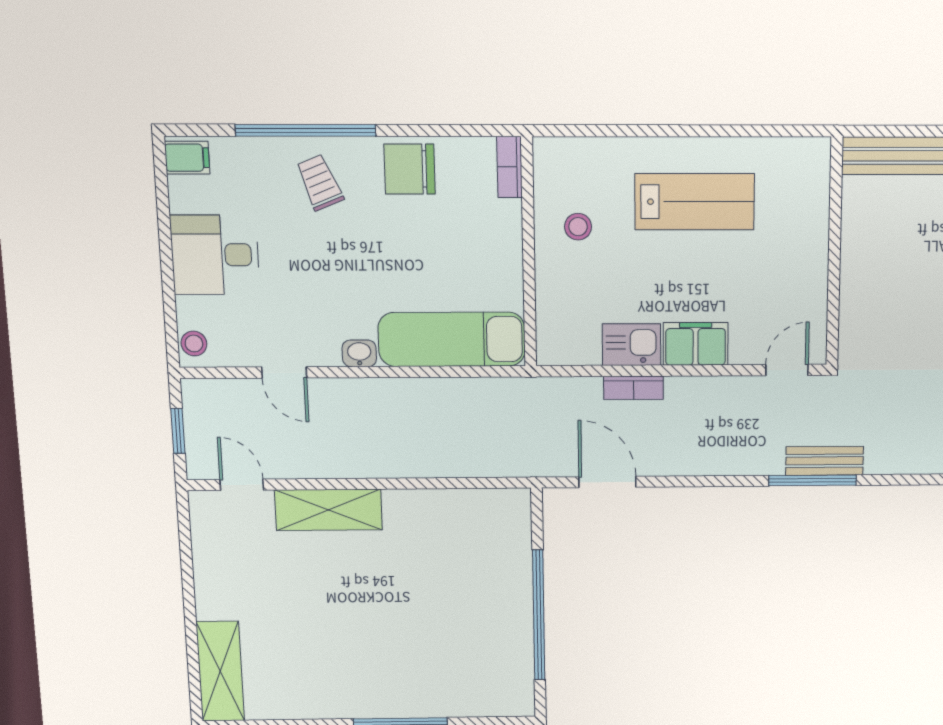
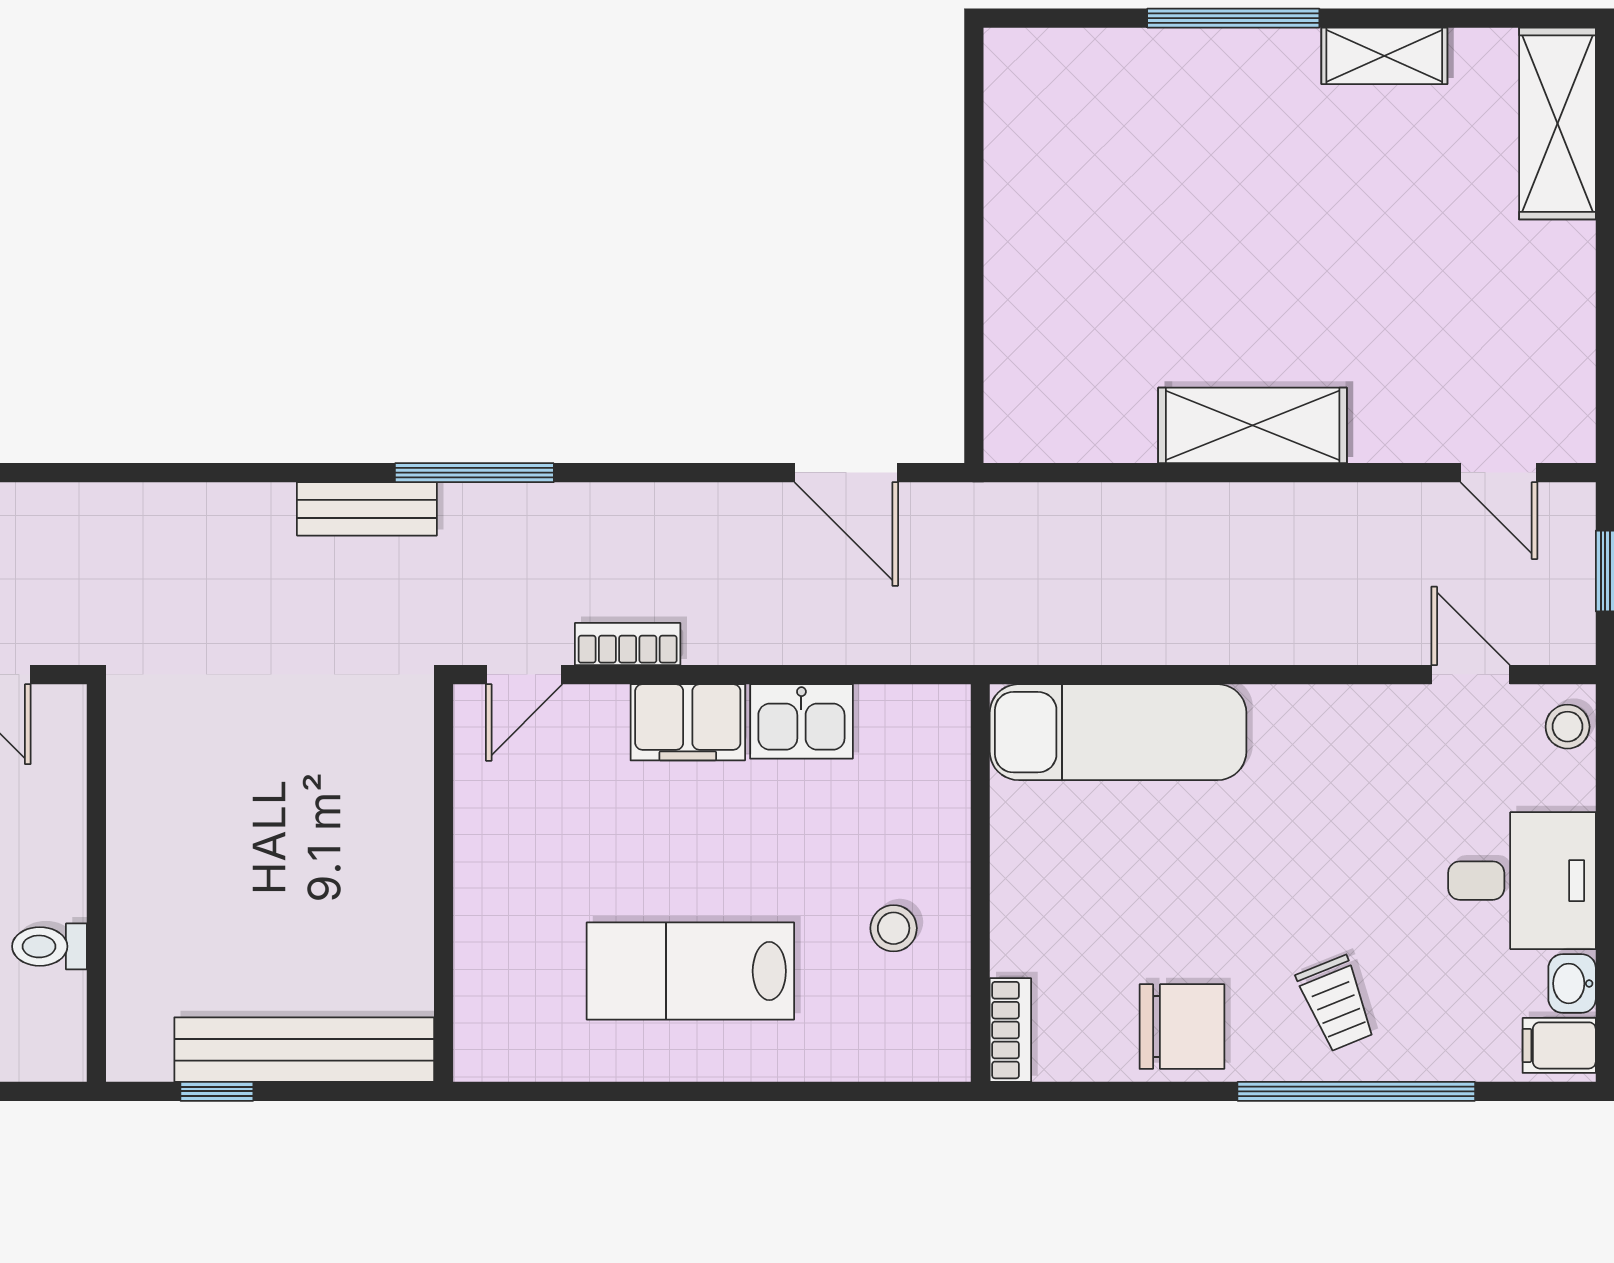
washbasin: (359, 353) -> (1572, 983), moved, turned 90
door: (284, 372) -> (1471, 675), moved
bookcase: (633, 388) -> (628, 644), moved
bench: (824, 461) -> (367, 509), moved
shelving: (329, 510) -> (1253, 425), moved
window: (539, 615) -> (974, 224), removed
shelving: (317, 705) -> (1384, 56), added

